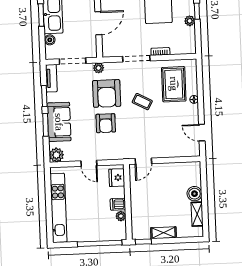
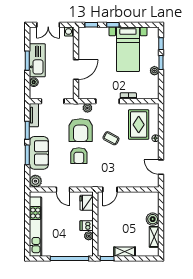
plant: (99, 68) -> (87, 108), moved

